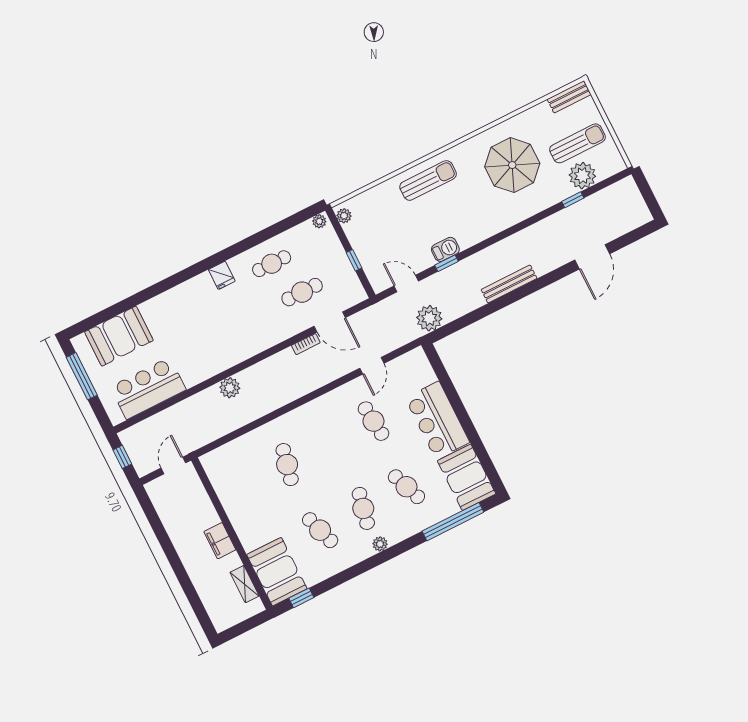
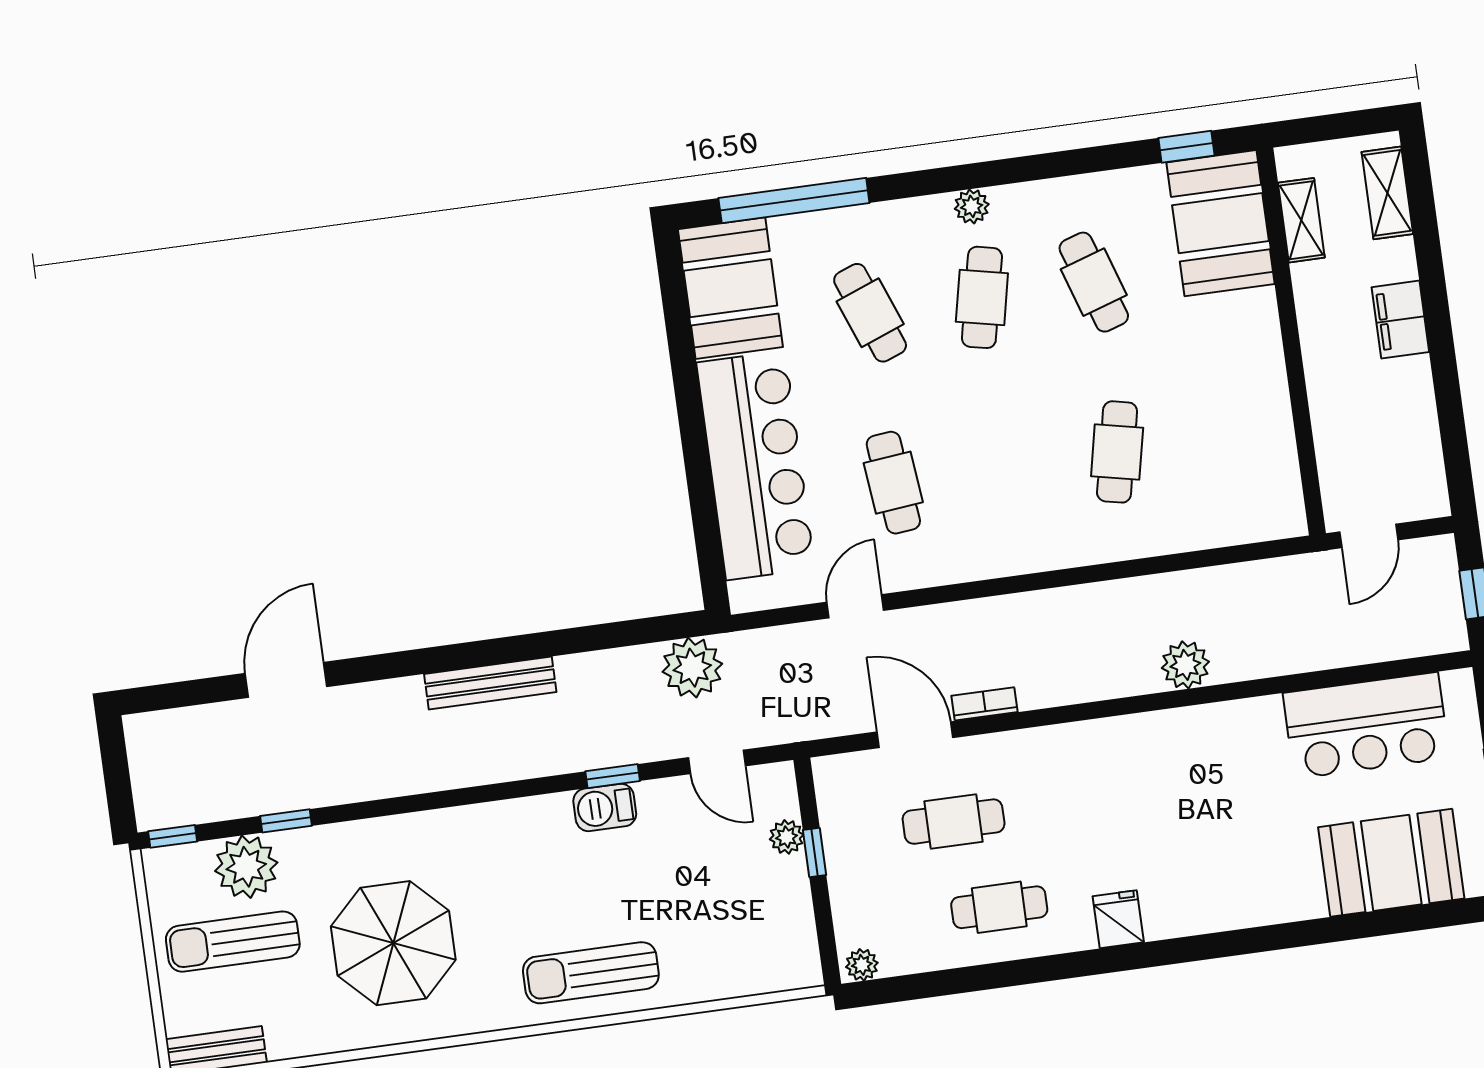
window: (616, 178) -> (173, 836), added
plant: (344, 216) -> (787, 837), moved
bar counter: (437, 420) -> (756, 465), width x1.36
filing cabinet: (220, 541) -> (1400, 320), moved, turned 180
shelving: (213, 607) -> (1387, 193), added

